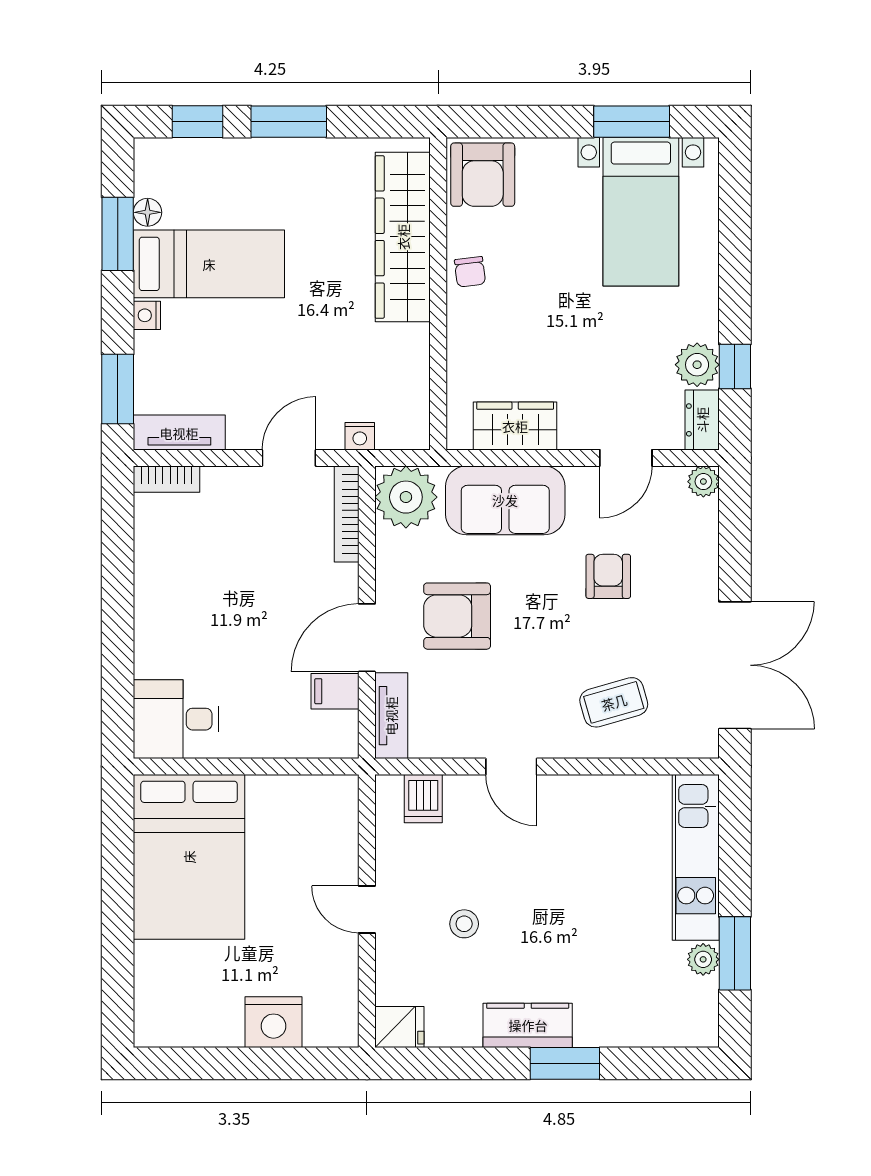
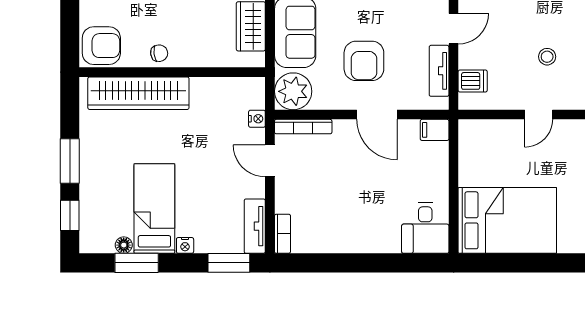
filing cabinet: (335, 691) -> (435, 130), moved, turned 90
tv unit: (391, 716) -> (439, 71), moved, turned -90

